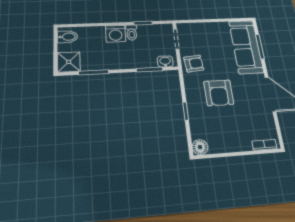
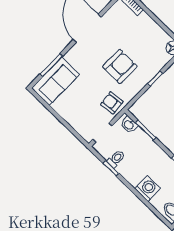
toilet: (132, 33) -> (116, 159), moved
washing machine: (116, 34) -> (148, 188), moved
sofa: (246, 47) -> (56, 81), width x0.73

